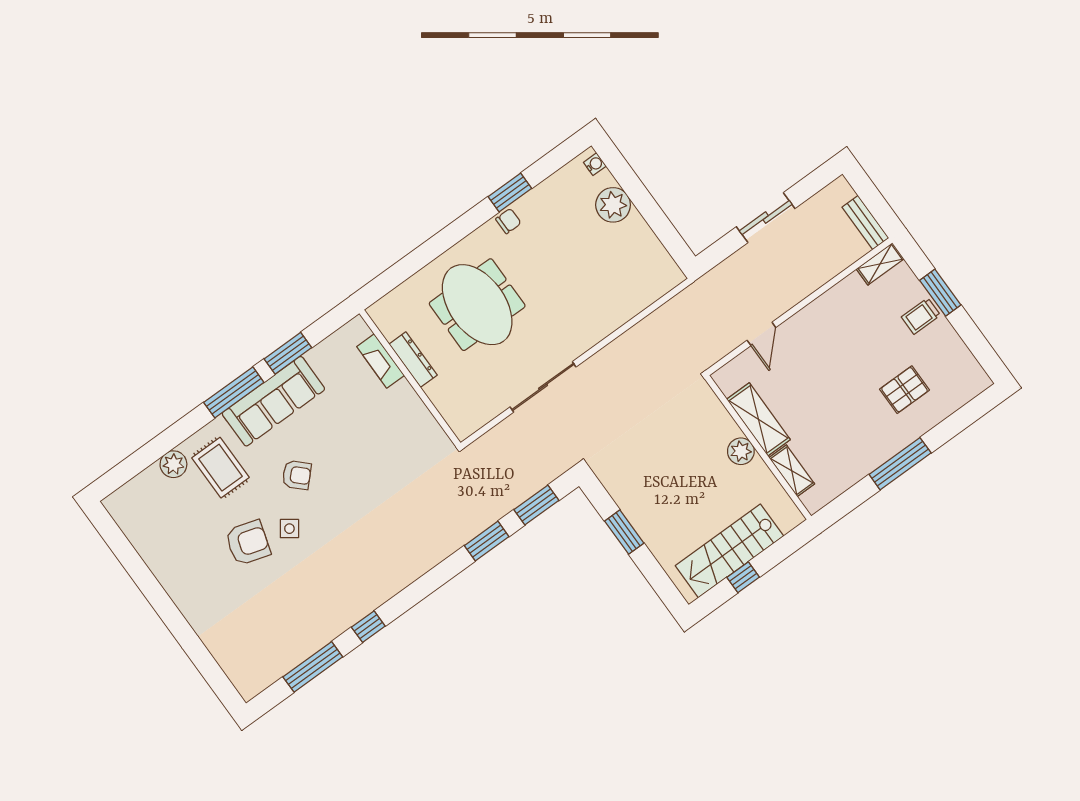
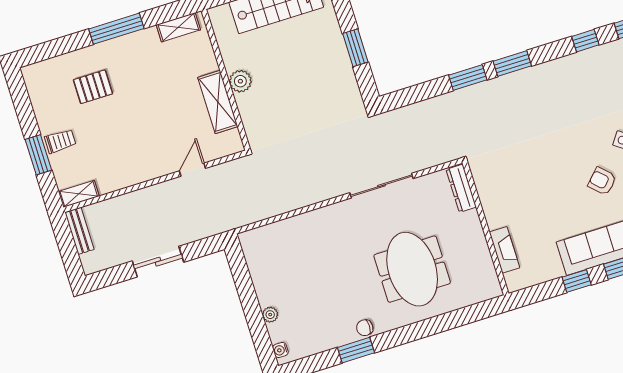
plant: (613, 205) -> (270, 315), width x0.53, depth x0.53
window: (288, 353) -> (577, 281), width x0.67
dresser: (413, 360) -> (461, 188), moved
shelving: (792, 471) -> (178, 27), moved, turned 90
window: (536, 505) -> (512, 64), moved

